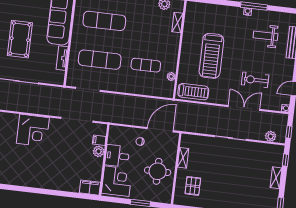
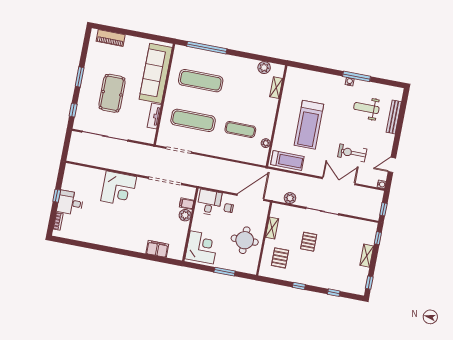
plant: (271, 136) -> (290, 198), moved
desk: (117, 156) -> (209, 202), moved, turned 90
pallet: (219, 168) -> (309, 242), added
filing cabinet: (90, 188) -> (157, 249), moved

